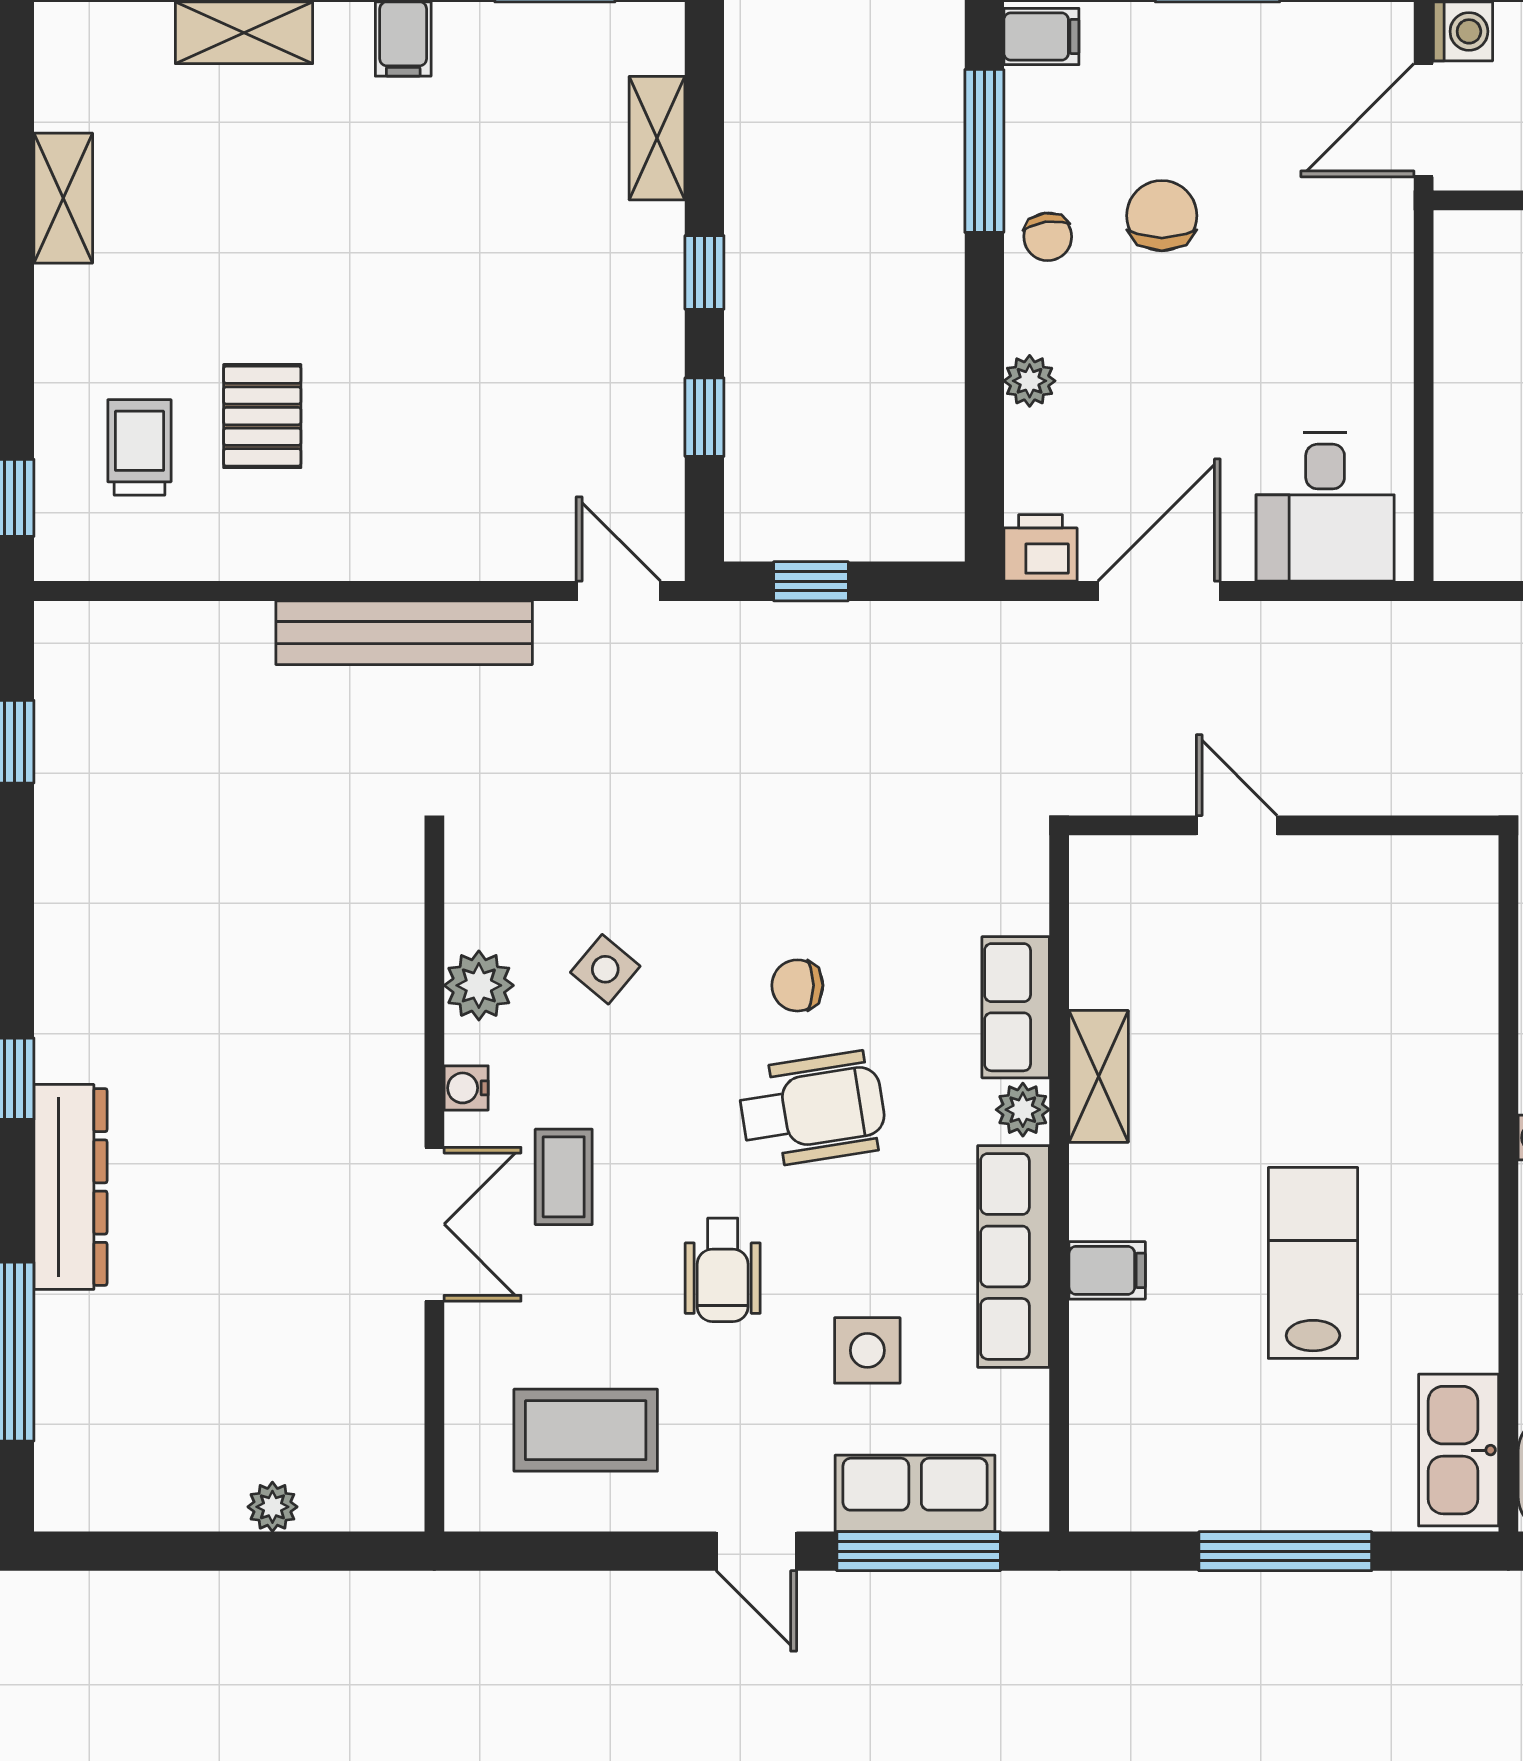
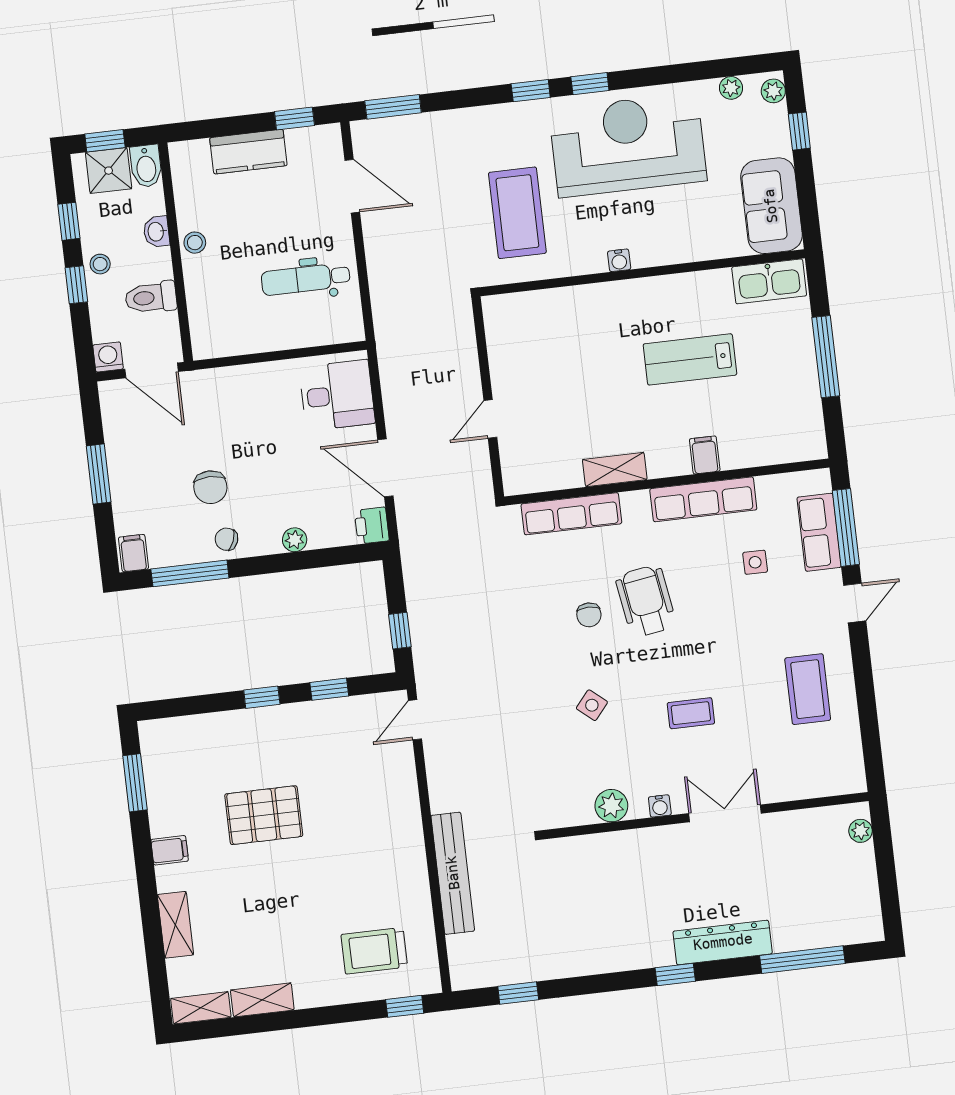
shelving: (657, 138) -> (201, 1008), moved
chair: (1162, 216) -> (210, 487), turned -90
chair: (1048, 237) -> (226, 539), turned -151
pallet: (262, 416) -> (264, 815), moved, width x1.50, depth x1.42
trolley: (139, 447) -> (374, 951), width x1.36, depth x1.39
bench: (404, 633) -> (453, 873), moved
plant: (479, 985) -> (611, 806), moved
row of seats: (1016, 1007) -> (571, 514), width x1.48
water cooler: (466, 1088) -> (660, 806), moved
plant: (1023, 1110) -> (634, 503), removed
wall: (434, 1183) -> (706, 816), moved
double door: (434, 1224) -> (725, 813), moved
wheelchair: (723, 1270) -> (725, 634), removed
side table: (867, 1350) -> (755, 562), width x0.73, depth x0.73

